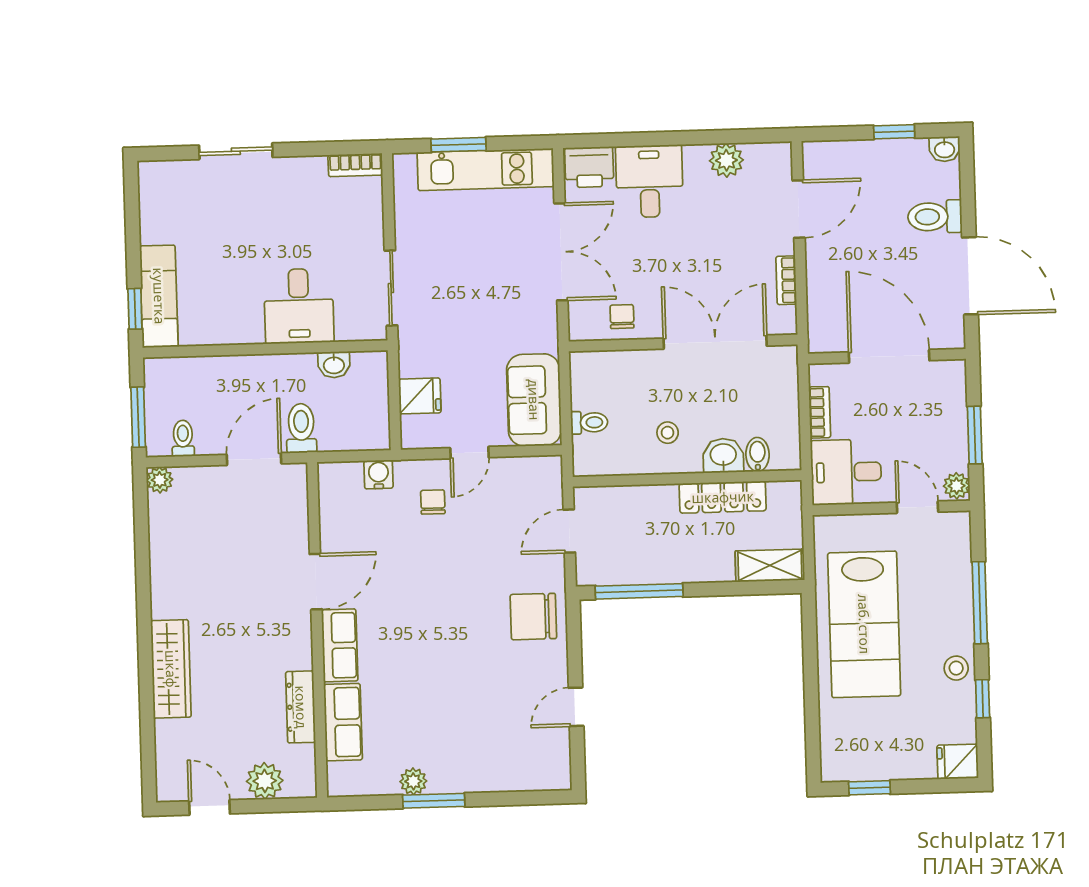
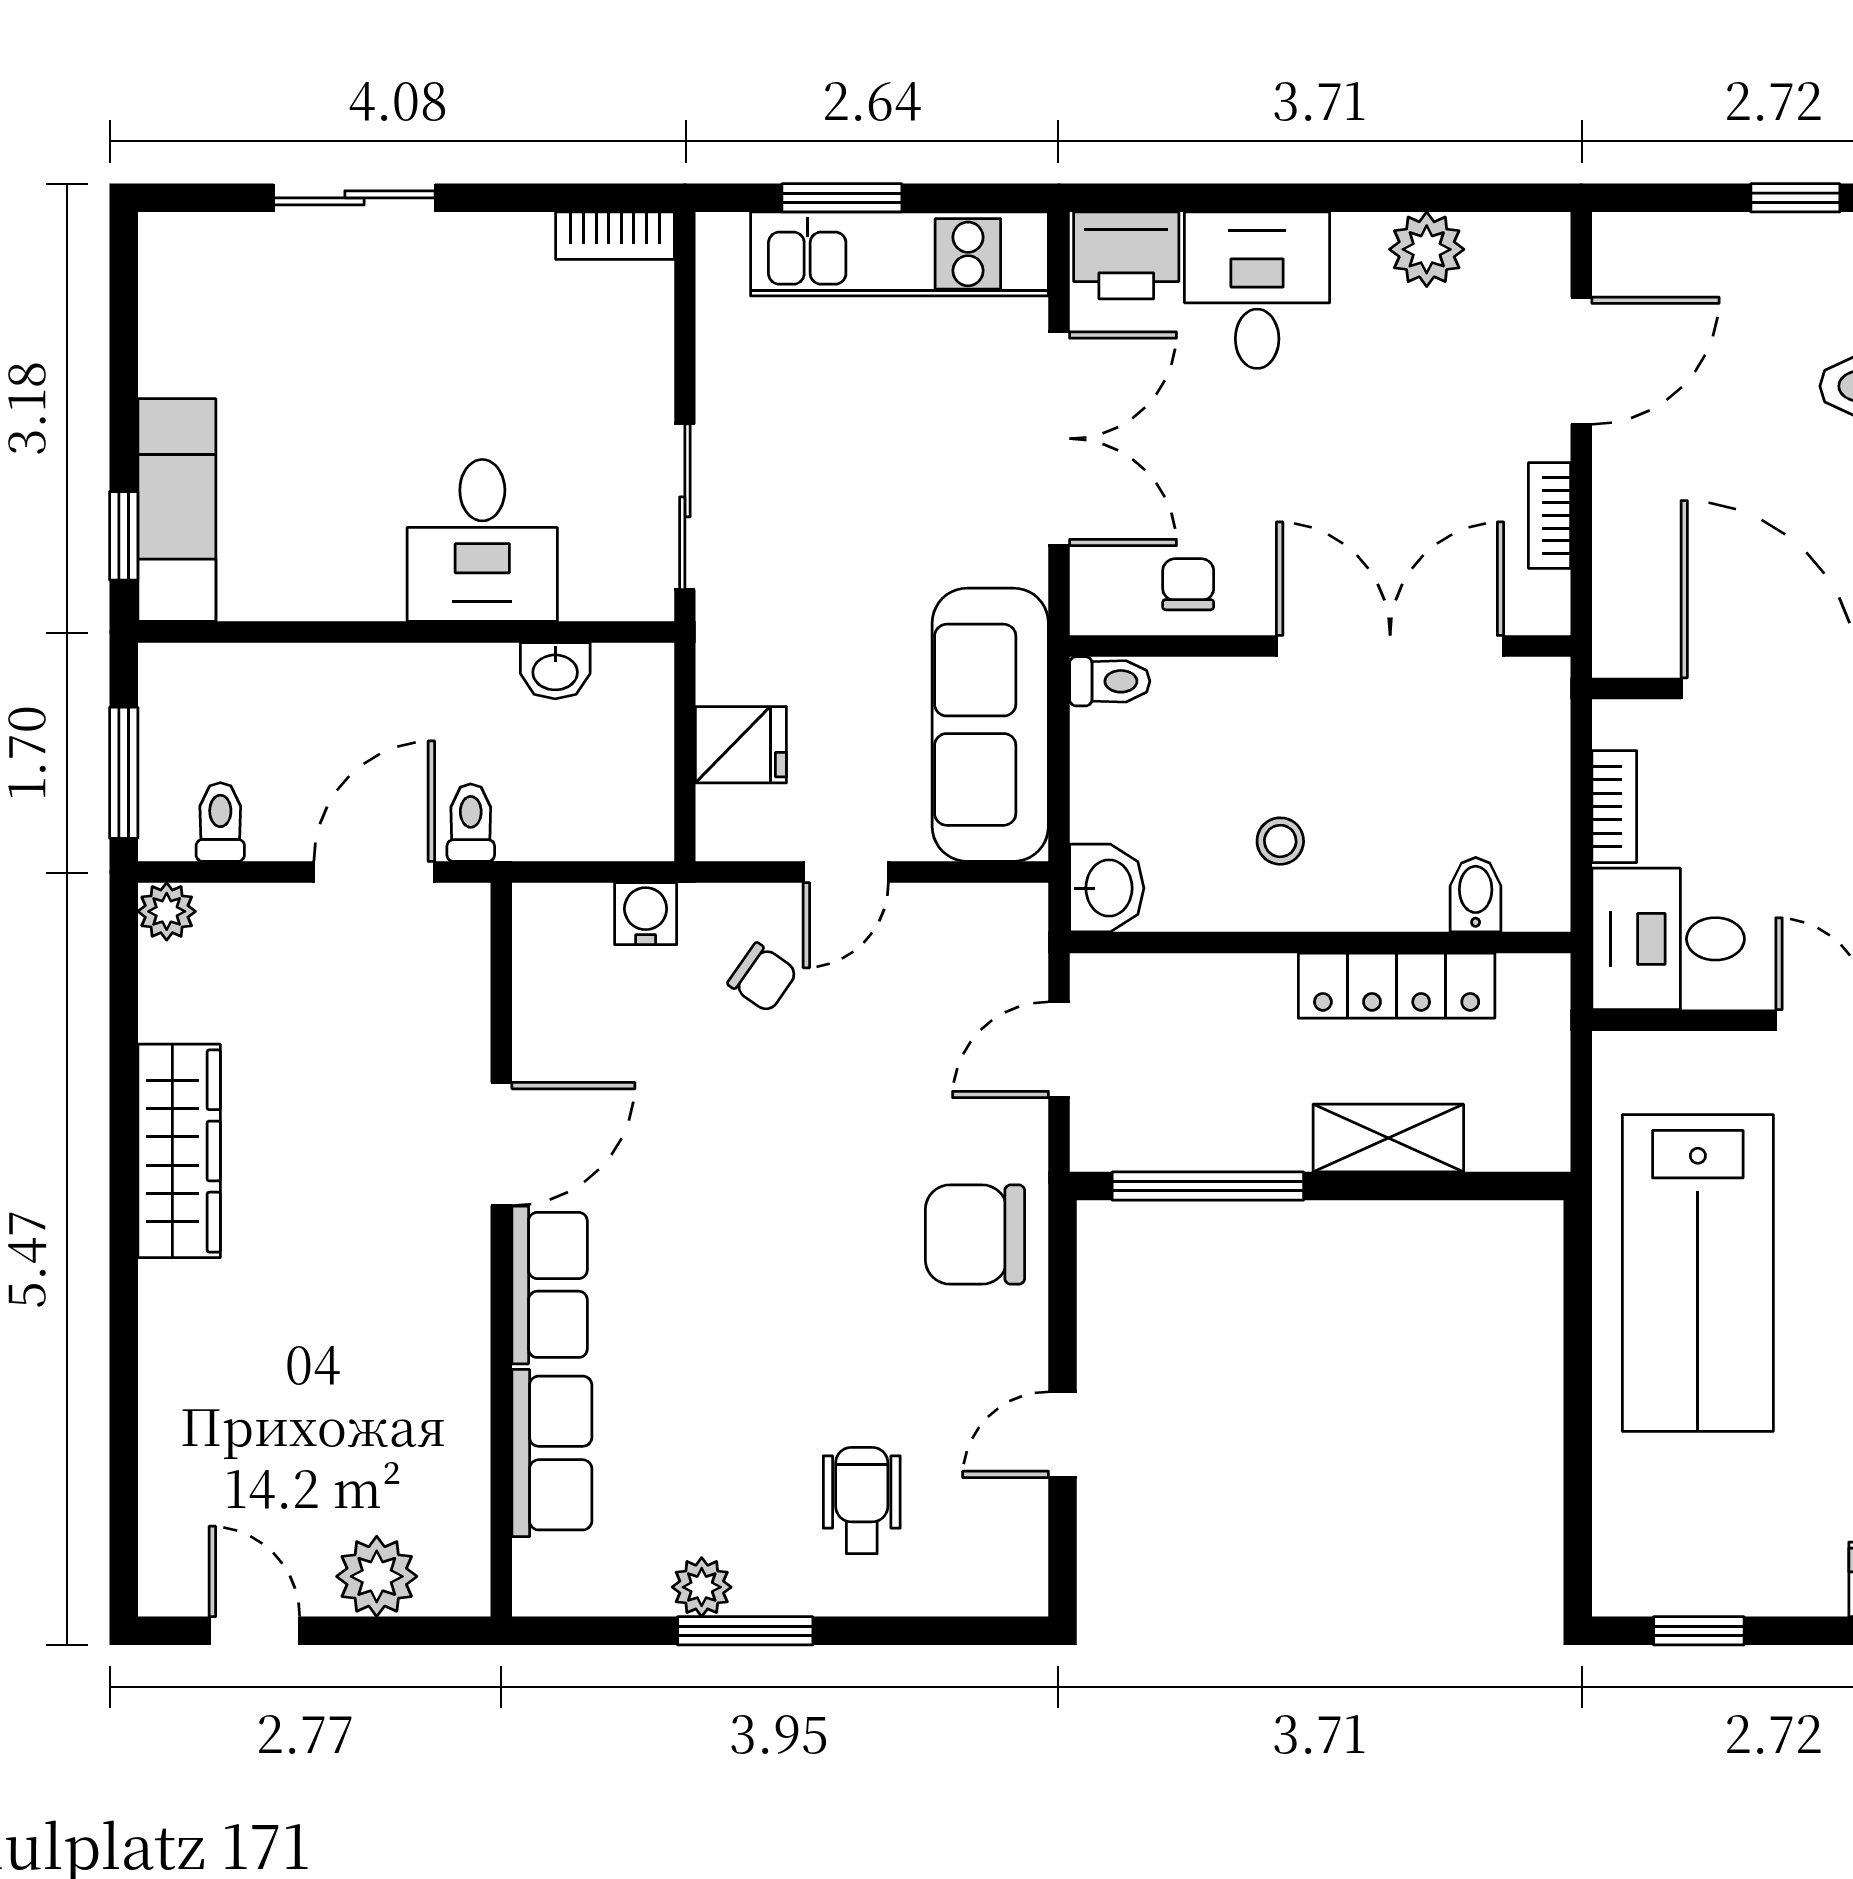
sofa: (534, 400) -> (990, 725), width x1.36
toilet: (589, 422) -> (1110, 681), moved
toilet: (301, 428) -> (471, 823), width x0.73, depth x0.72
washbasin: (723, 456) -> (1107, 888), moved, turned 90
chair: (433, 502) -> (763, 978), turned 125
shelving: (770, 565) -> (1388, 1138), moved
wardrobe: (171, 669) -> (179, 1151), moved
dresser: (301, 707) -> (460, 1417), removed
wheelchair: (485, 740) -> (862, 1501), added

